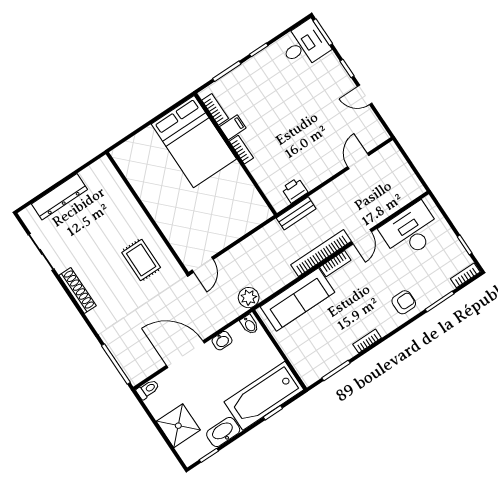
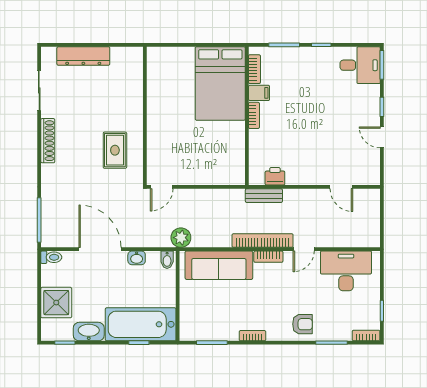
door: (358, 161) -> (341, 187), swing flipped

